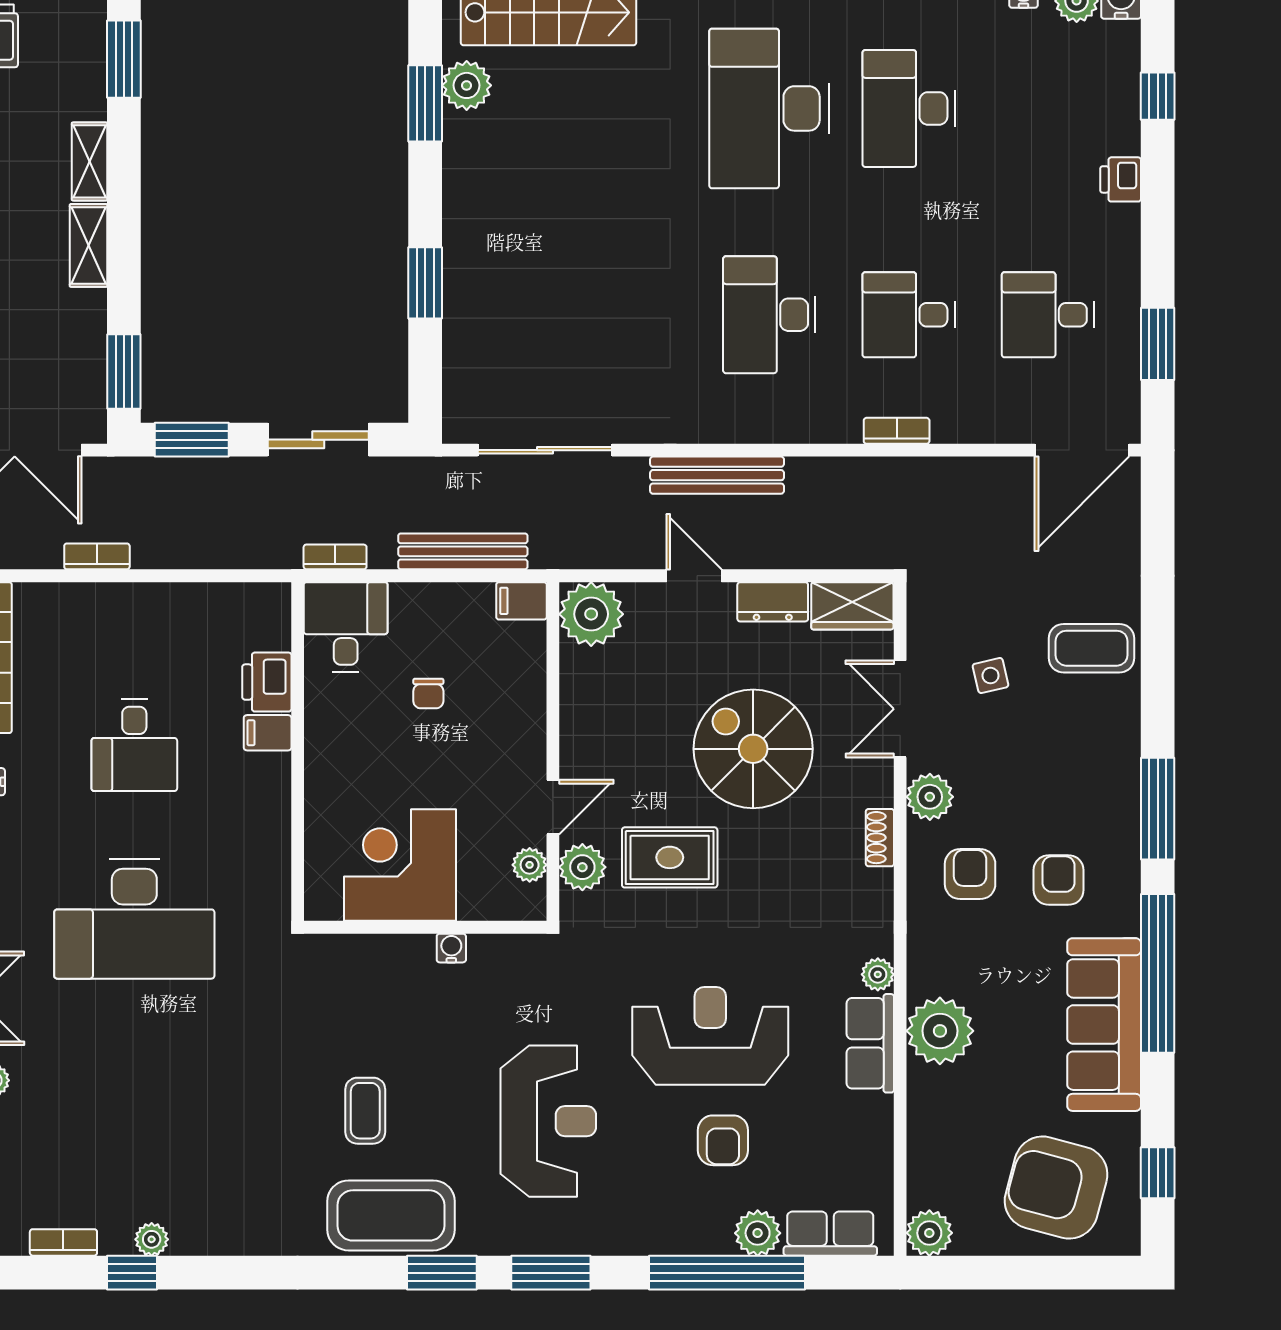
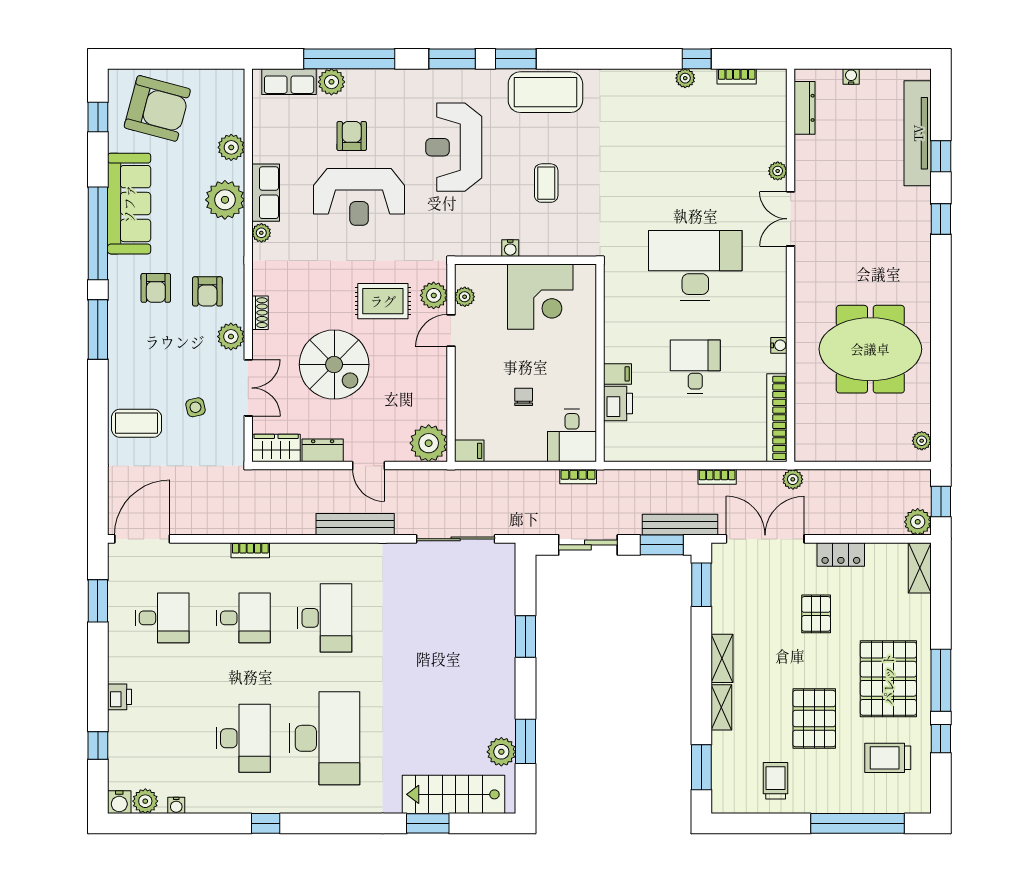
bench: (463, 551) -> (680, 525), moved
coffee table: (365, 1111) -> (546, 183), moved
plant: (929, 1233) -> (231, 147), moved

